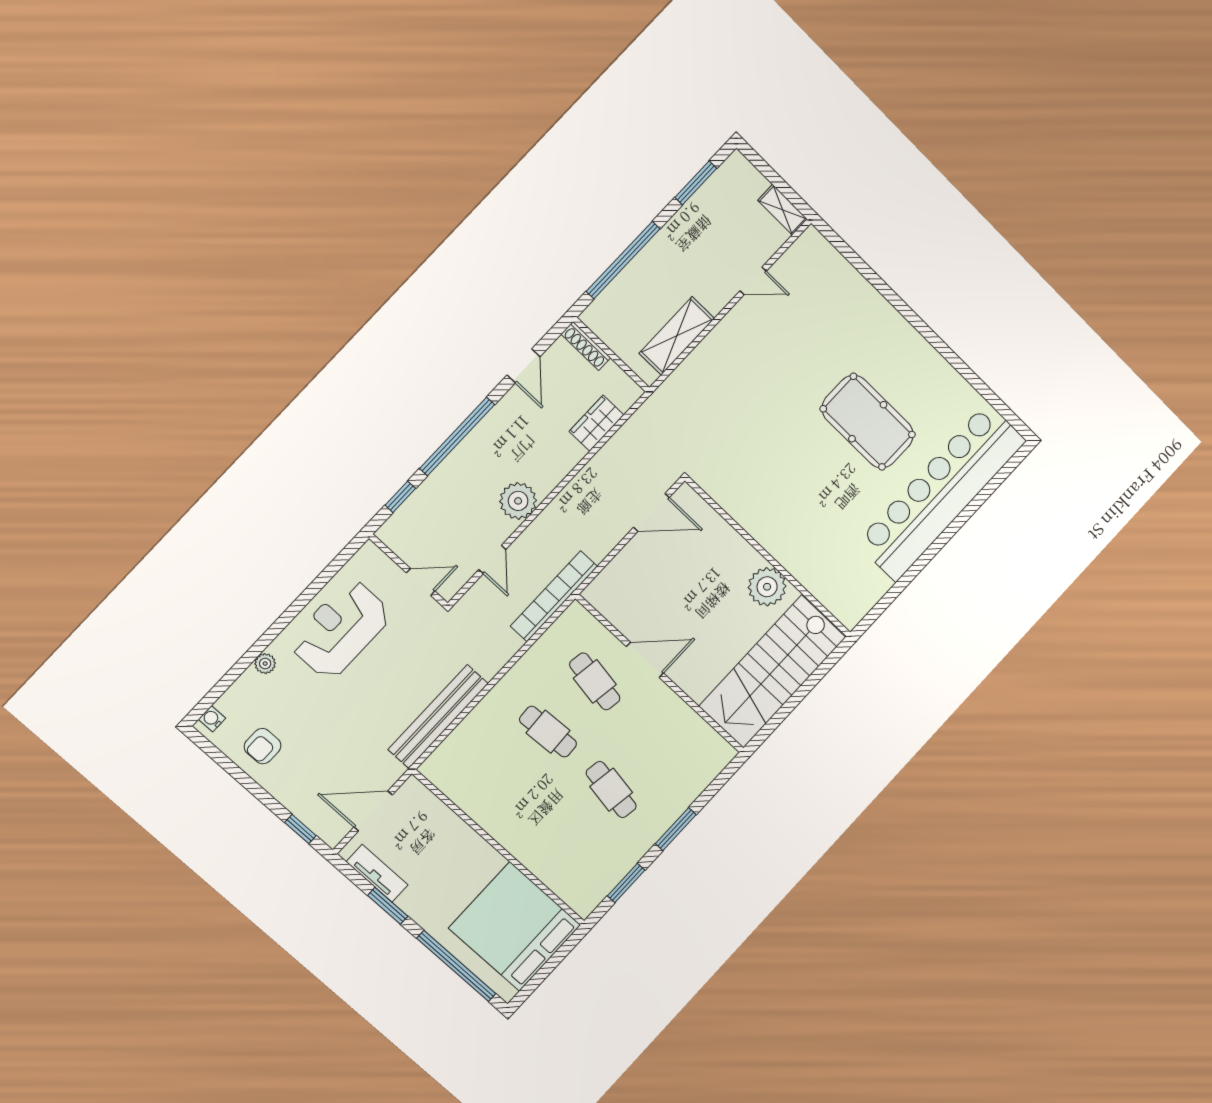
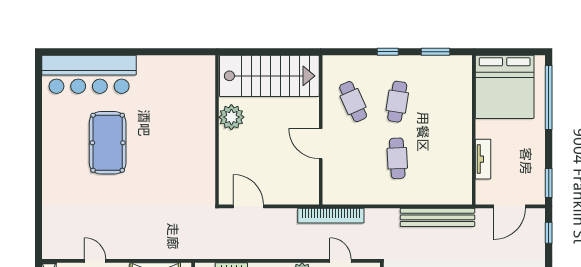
bar counter: (941, 492) -> (89, 74), width x0.73
door: (492, 559) -> (341, 261), hinge flipped
cafe table: (595, 681) -> (353, 102), moved, turned -33
door: (373, 811) -> (510, 206), hinge flipped
window: (676, 829) -> (388, 52), width x0.67
tv unit: (377, 873) -> (483, 159), moved, turned 180
window: (388, 906) -> (549, 183), moved

